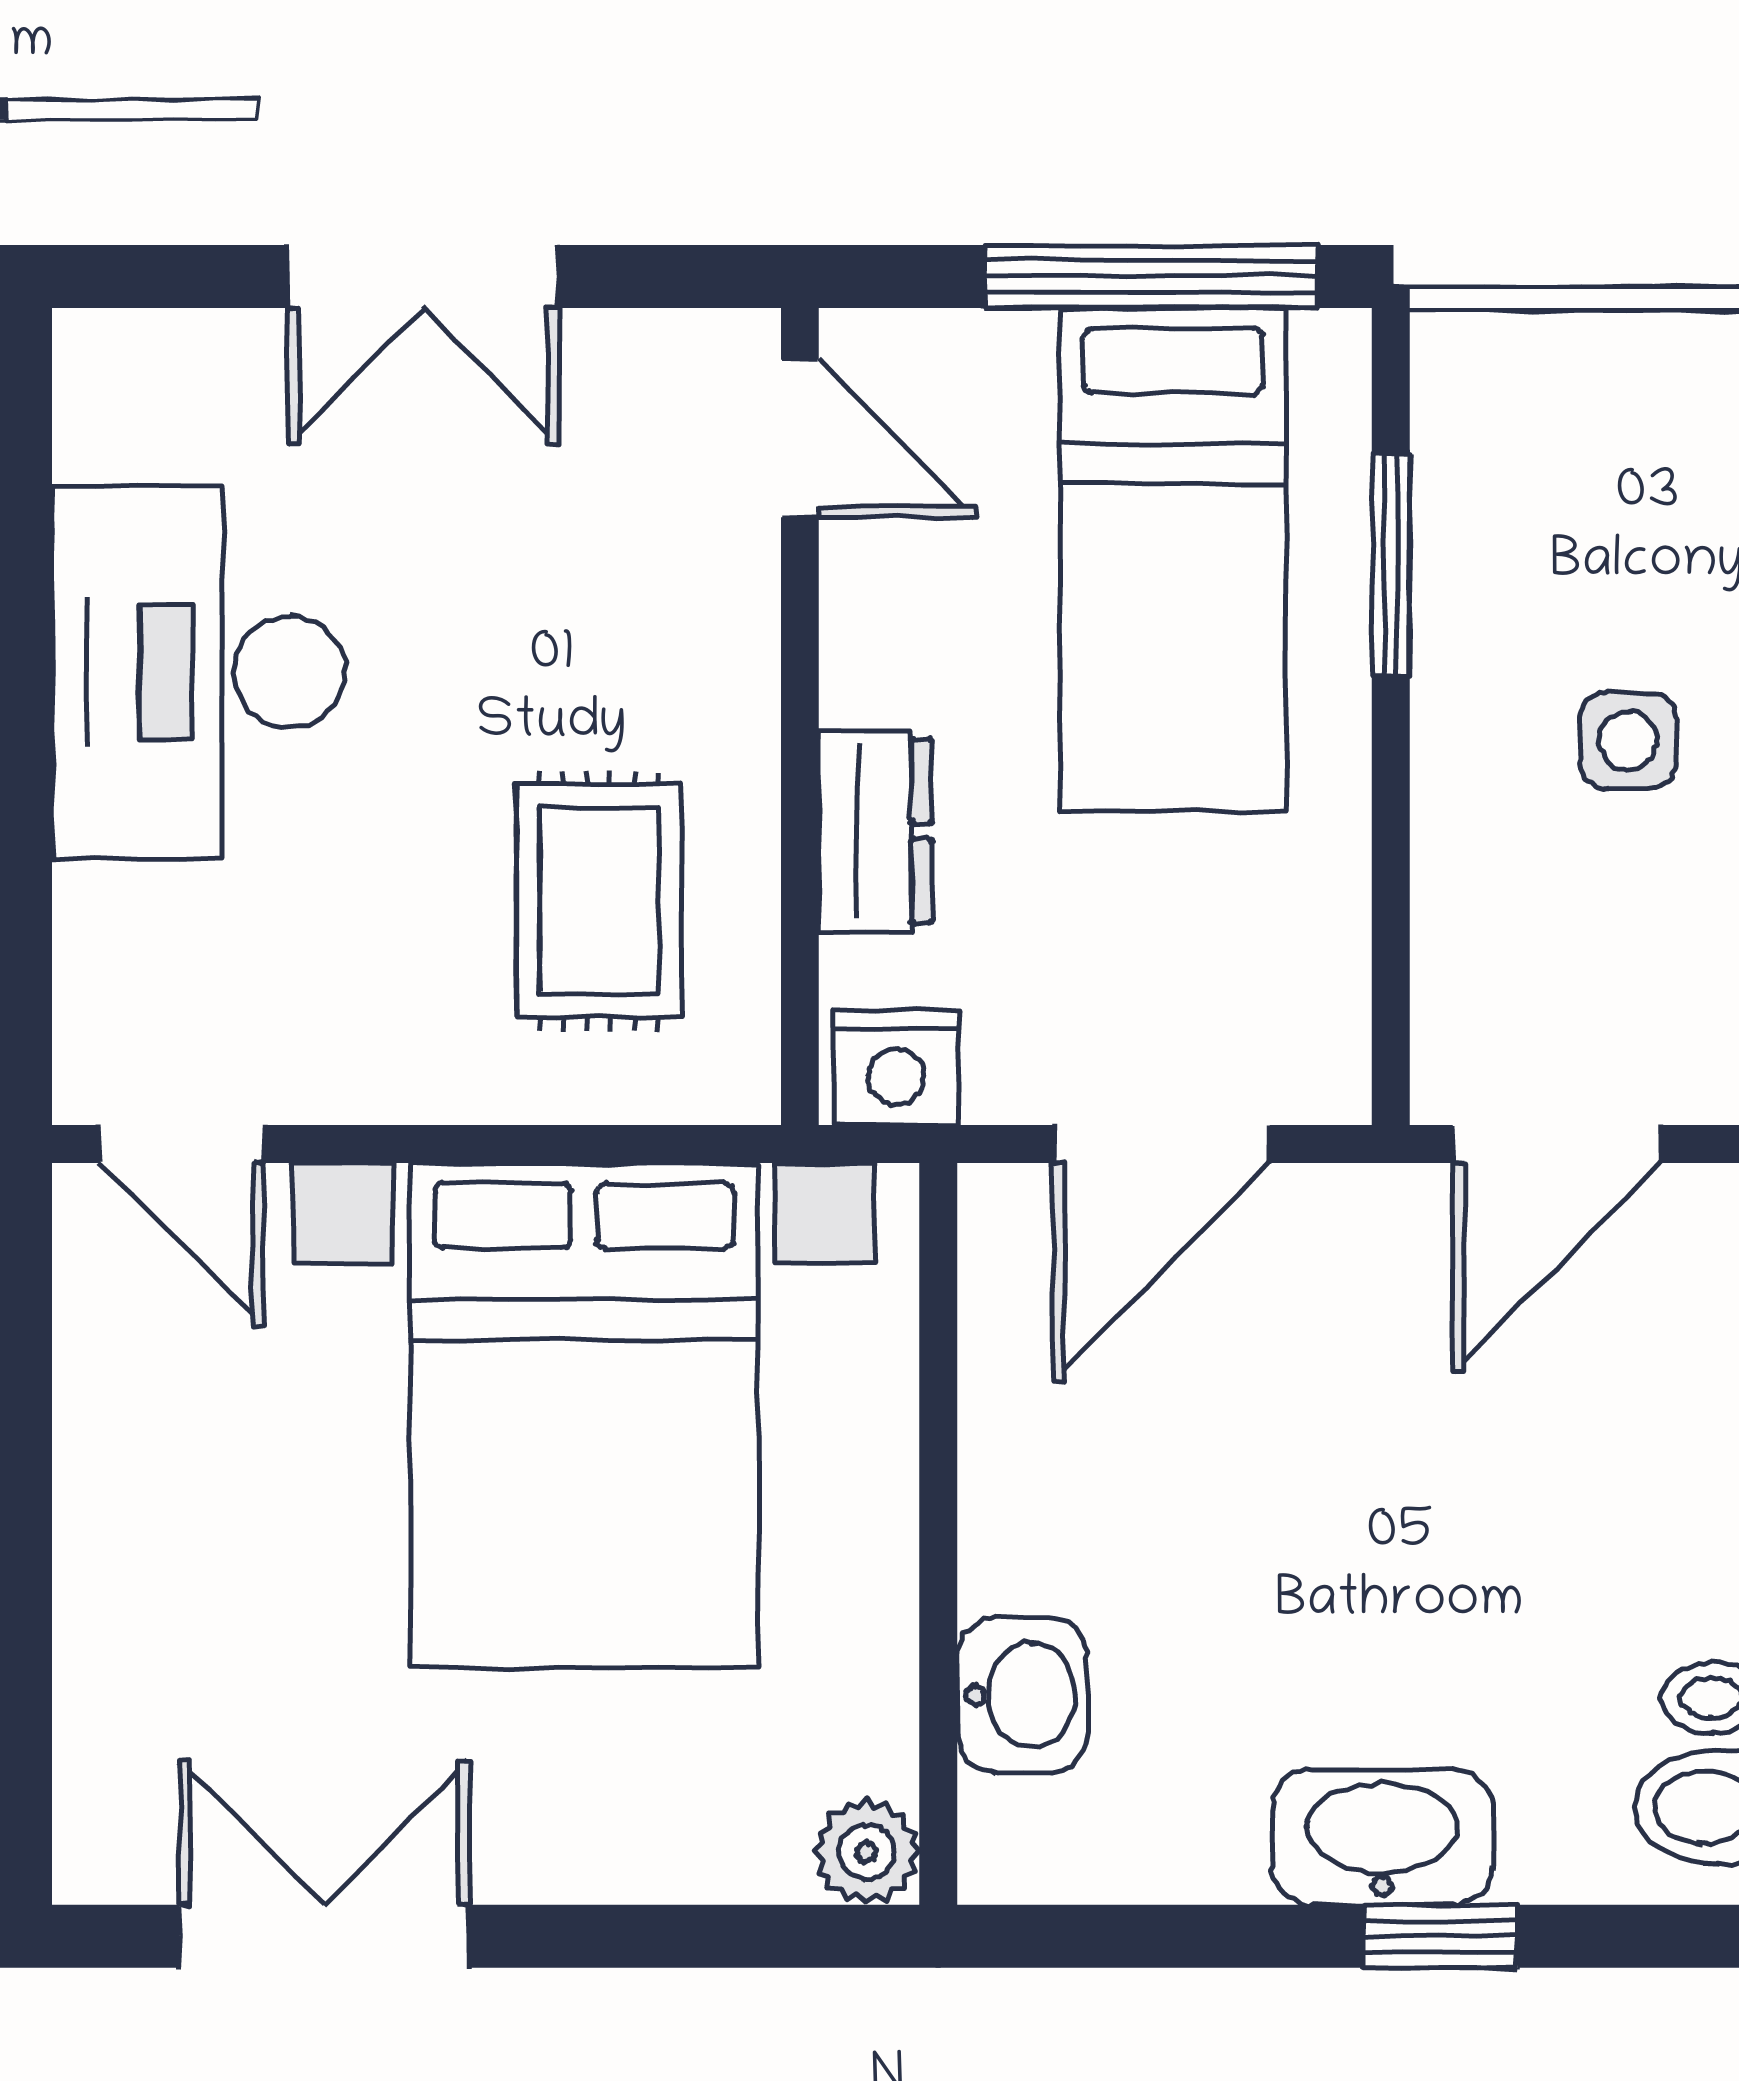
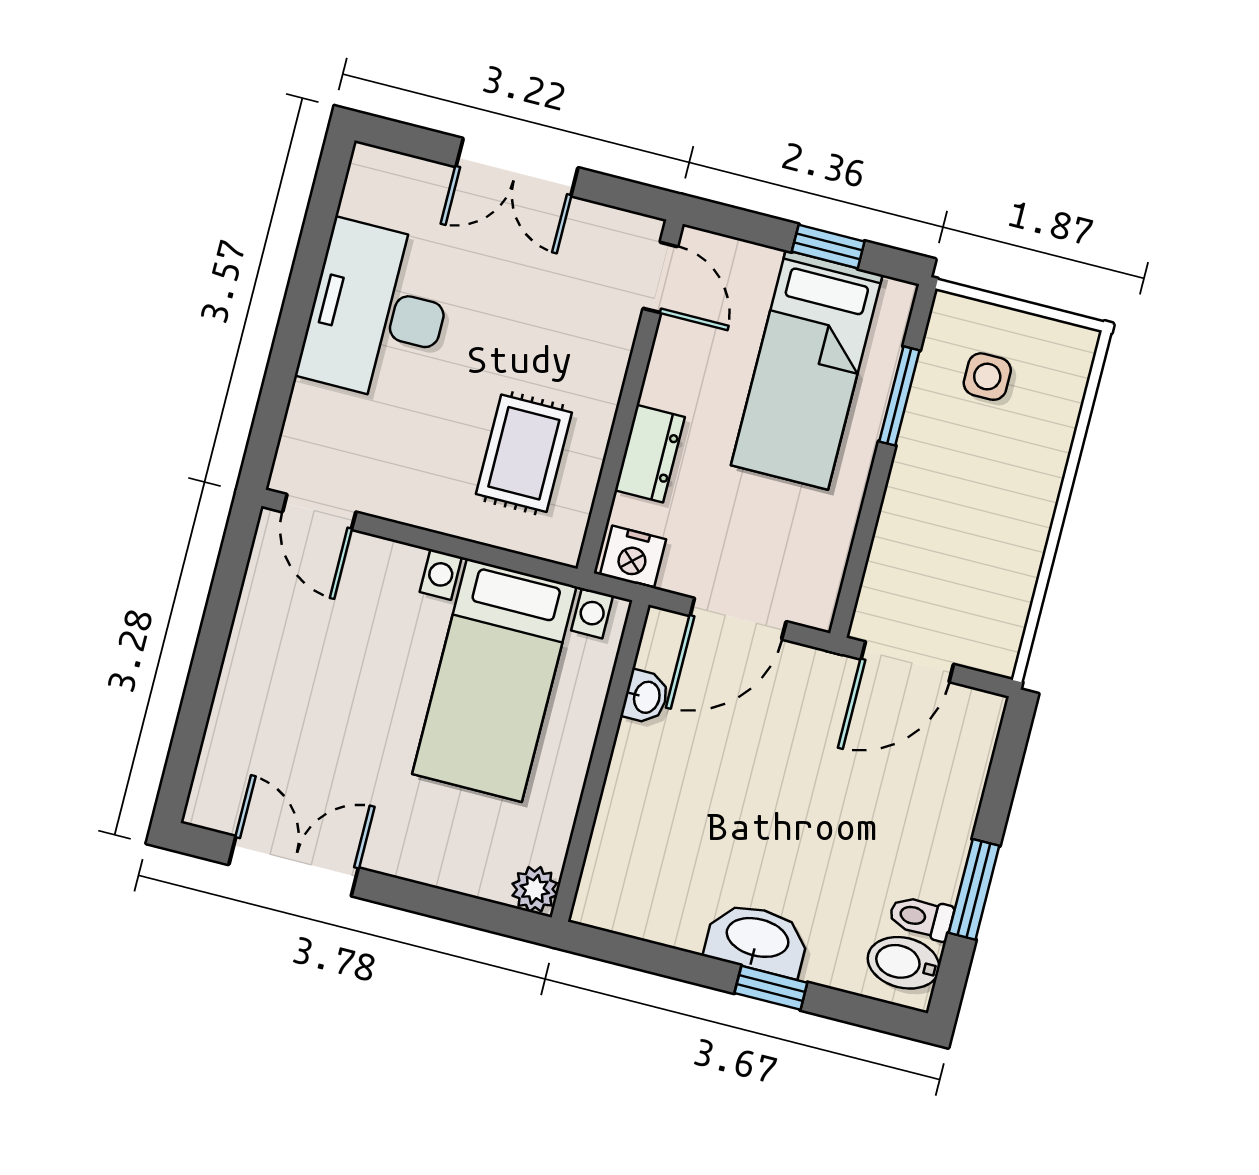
window: (1151, 277) -> (828, 246), width x0.46
side table: (1628, 740) -> (987, 377), moved
bed with nightstands: (584, 1415) -> (494, 680), width x0.73
washbasin: (1022, 1695) -> (646, 697), moved, width x0.72, depth x0.69

